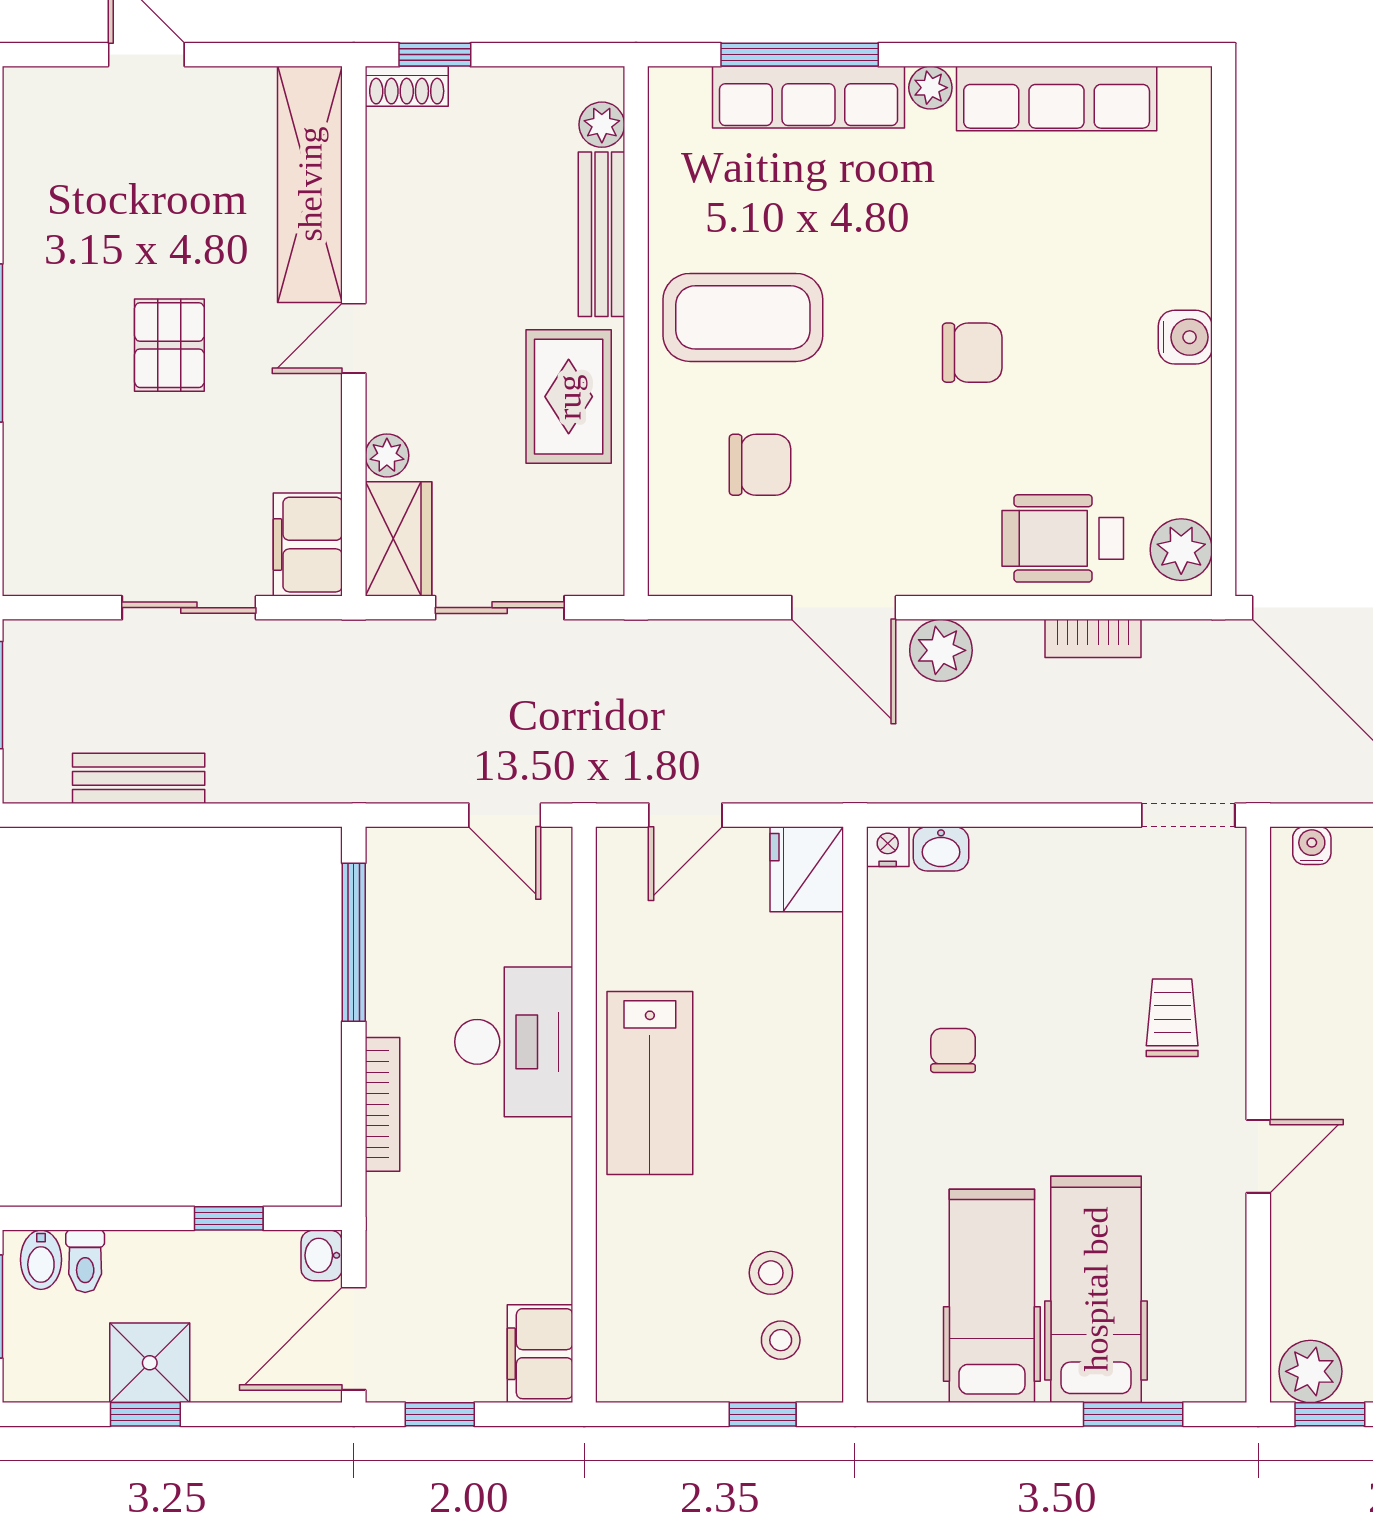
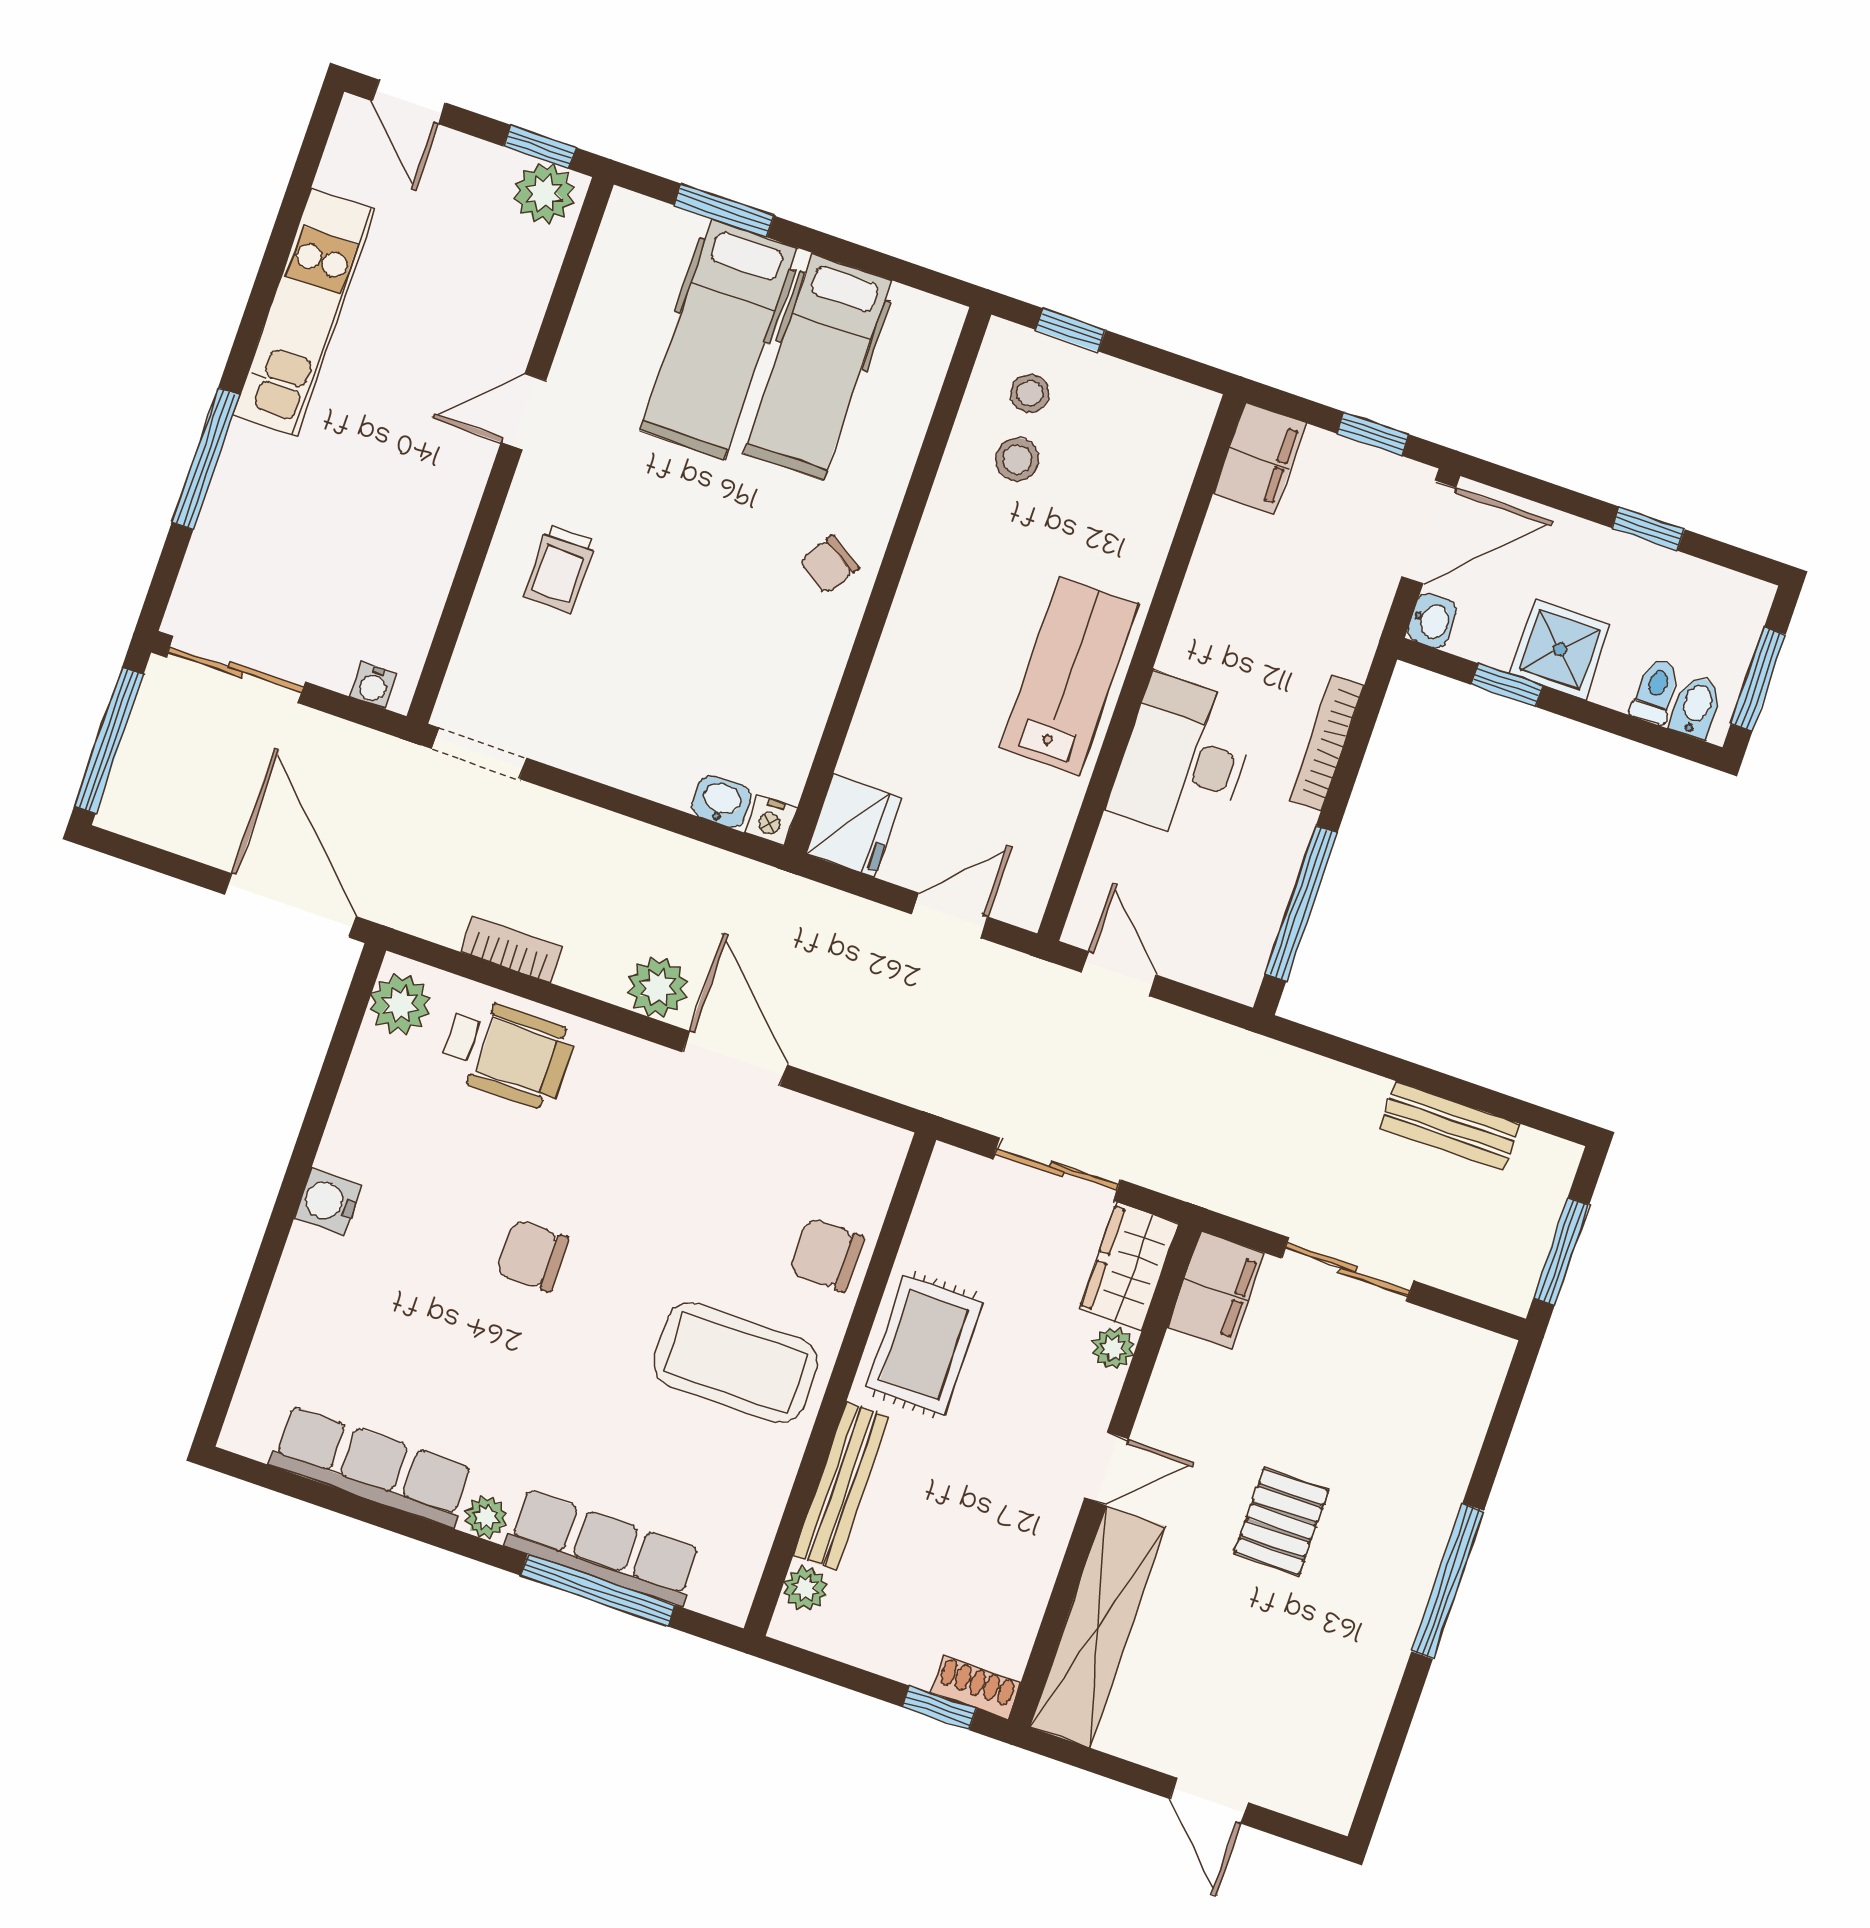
chair: (760, 465) -> (827, 1255), moved
chair: (953, 1050) -> (829, 565), moved, turned 33
shower: (150, 1363) -> (1560, 649), moved

